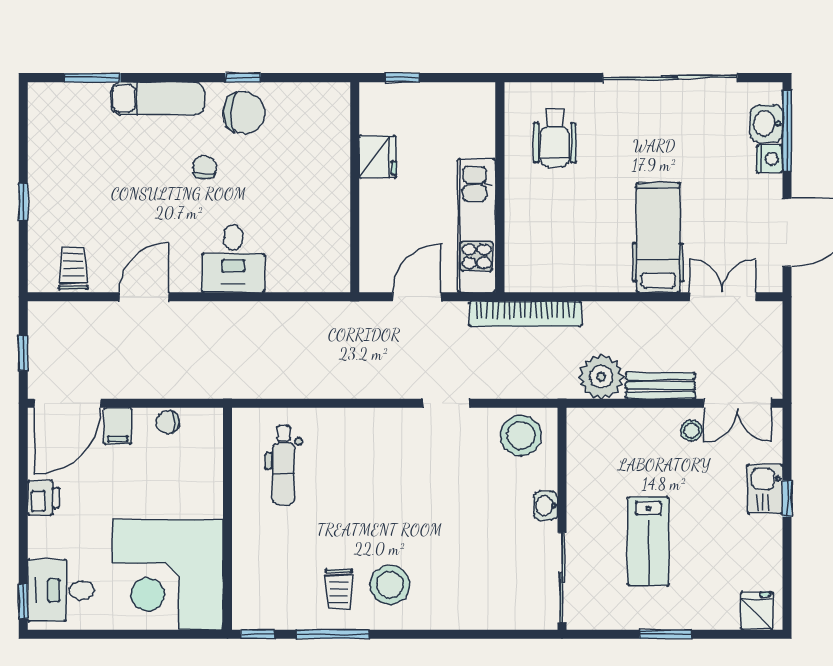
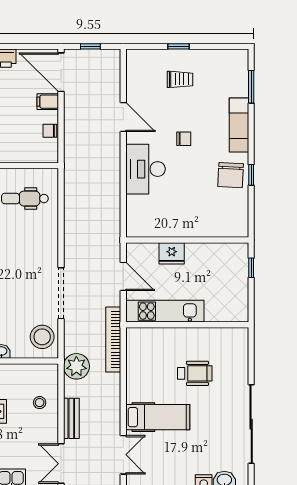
wheelchair: (555, 138) -> (195, 373), moved, turned 180
fridge: (378, 157) -> (172, 253), moved
chair: (204, 167) -> (184, 139), moved
desk: (233, 259) -> (145, 169), width x1.37
trolley: (73, 268) -> (180, 79), moved
plant: (601, 377) -> (76, 366), moved
doorway: (446, 403) -> (61, 293), width x1.88
chair: (168, 422) -> (50, 131), turned -90
stool: (691, 431) -> (40, 403), moved

